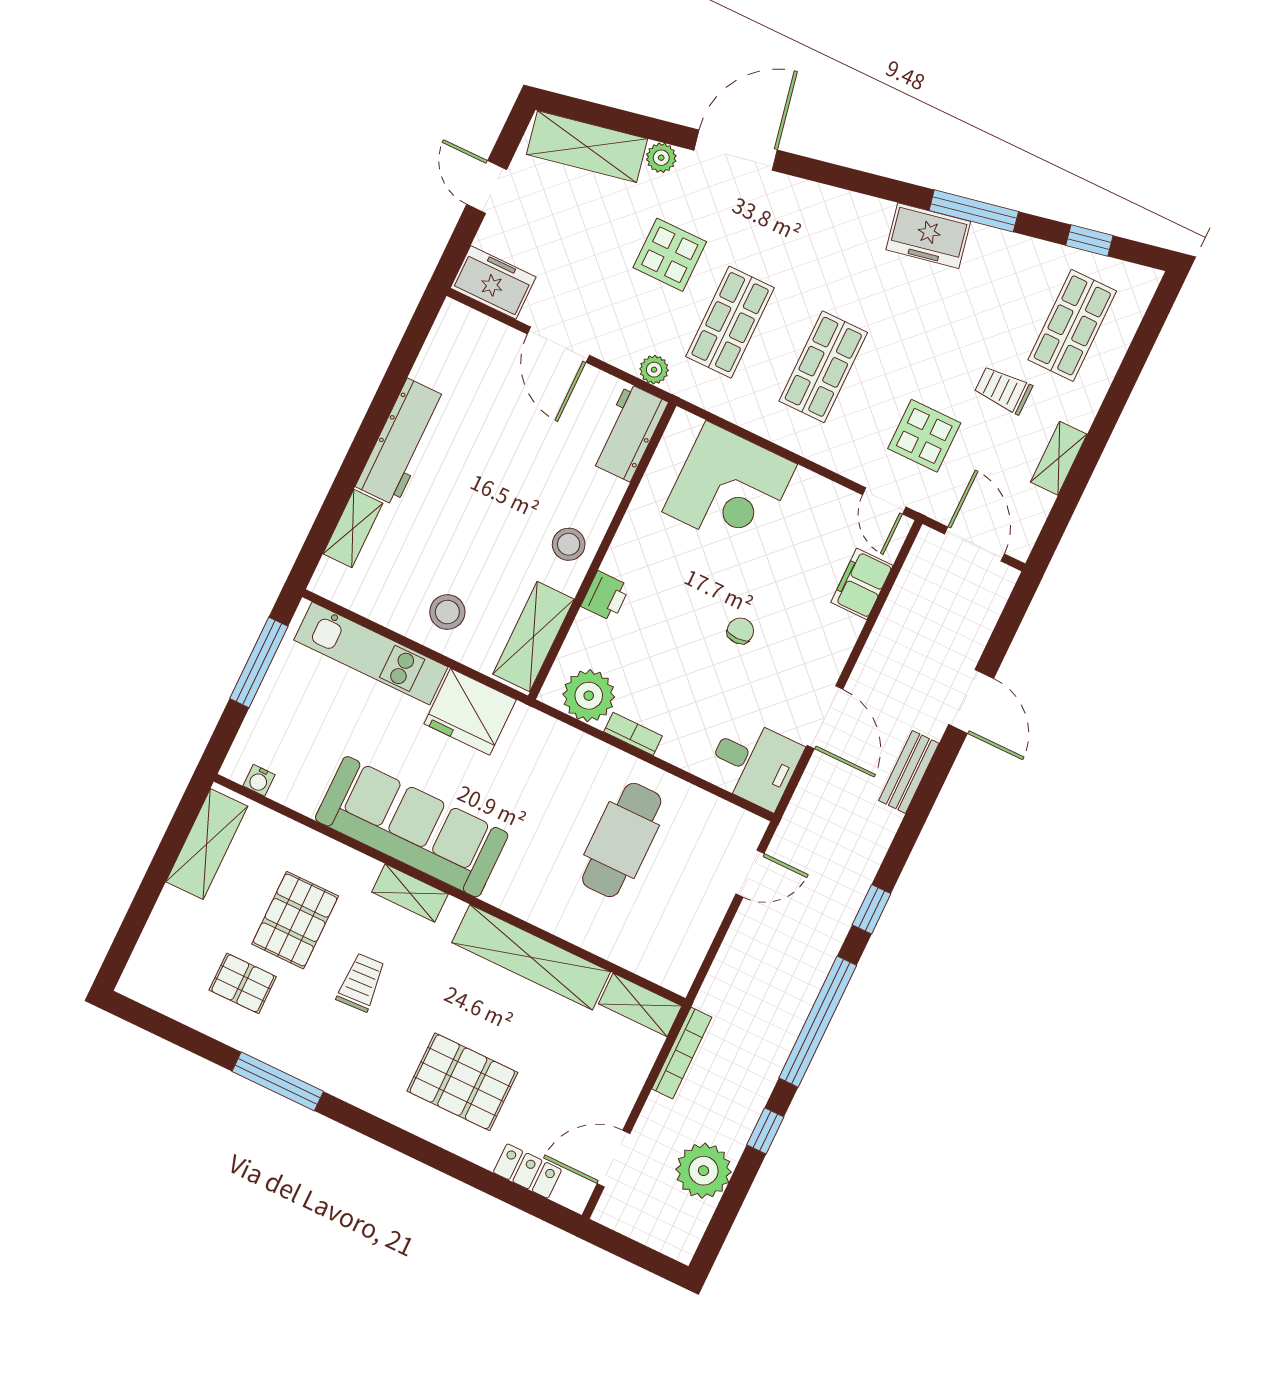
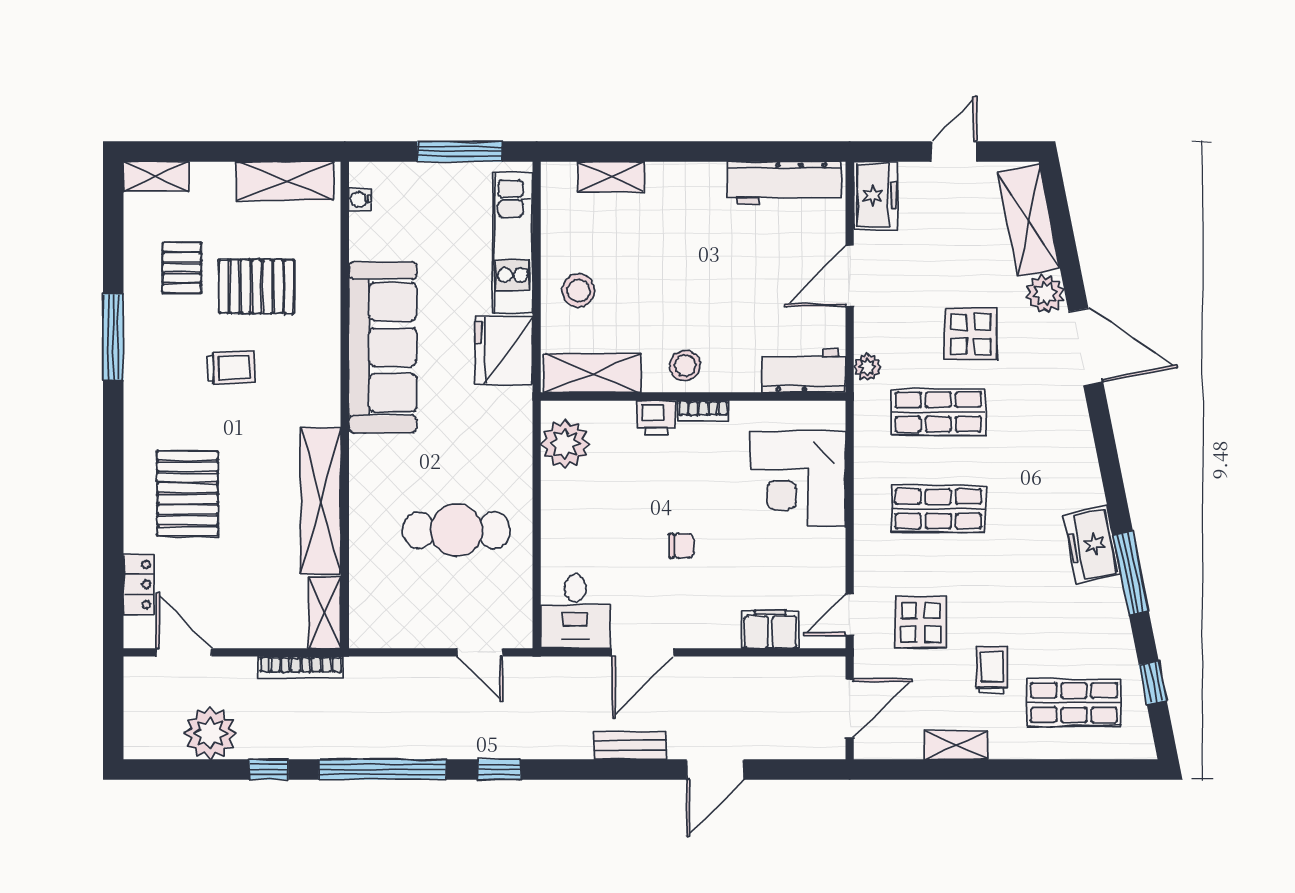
plant: (661, 158) -> (1045, 293), width x1.38, depth x1.38
workbench: (402, 442) -> (784, 183), moved
bookcase: (633, 734) -> (703, 411), moved, turned 90
shelving: (410, 893) -> (156, 176), moved, turned 90

